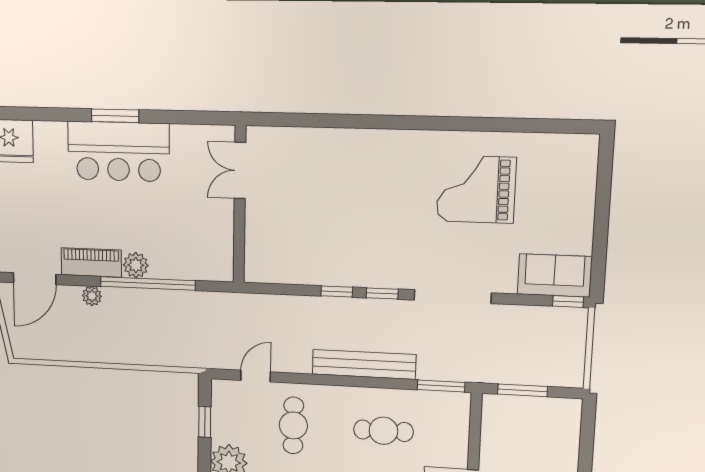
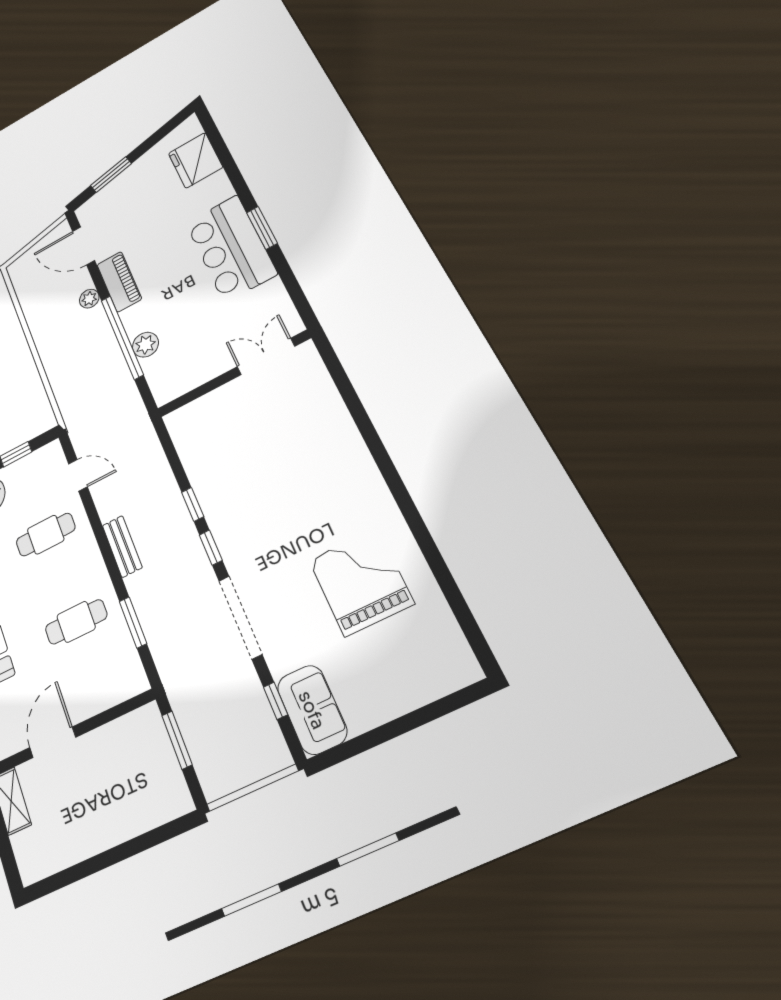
plant: (136, 265) -> (145, 345), moved
window: (568, 301) -> (275, 701), moved
bench: (364, 364) -> (122, 546), width x0.54, depth x0.82
window: (441, 386) -> (133, 622), moved
cafe table: (383, 431) -> (76, 622), turned 90

